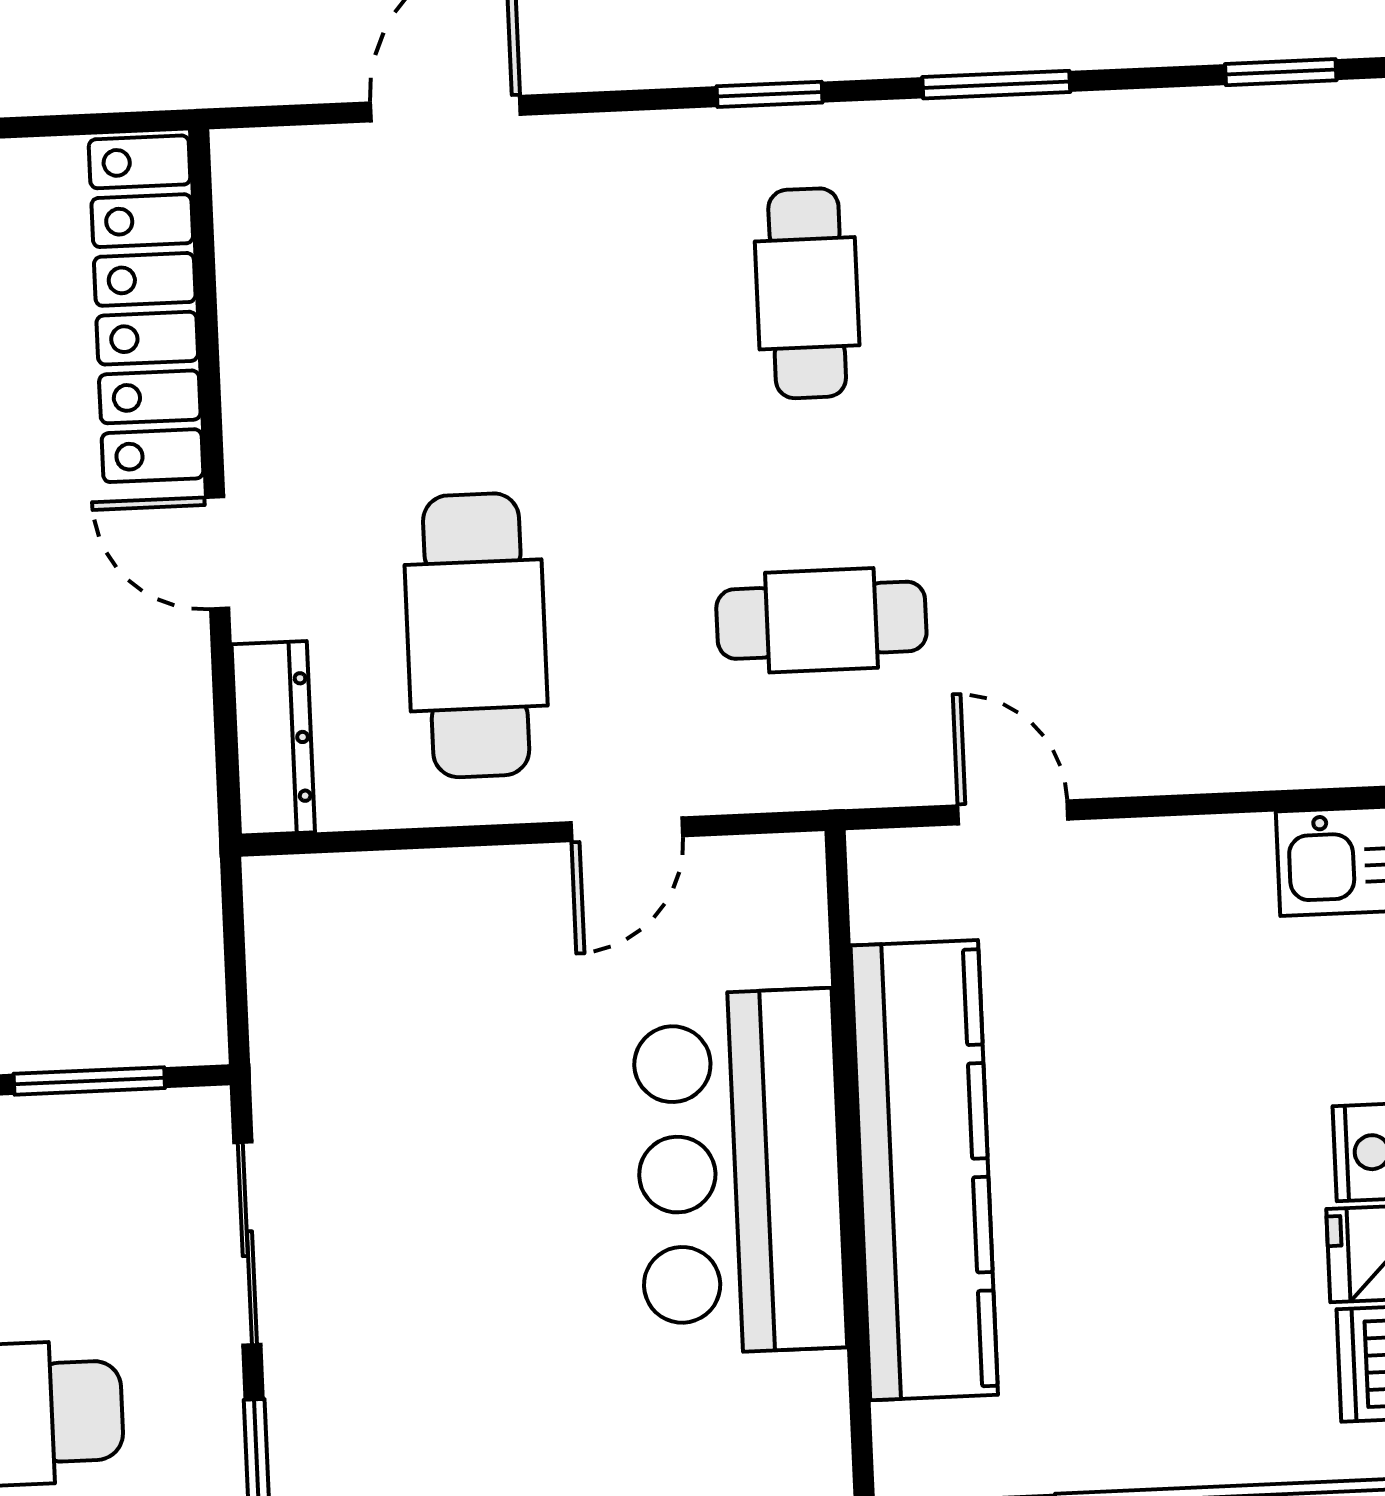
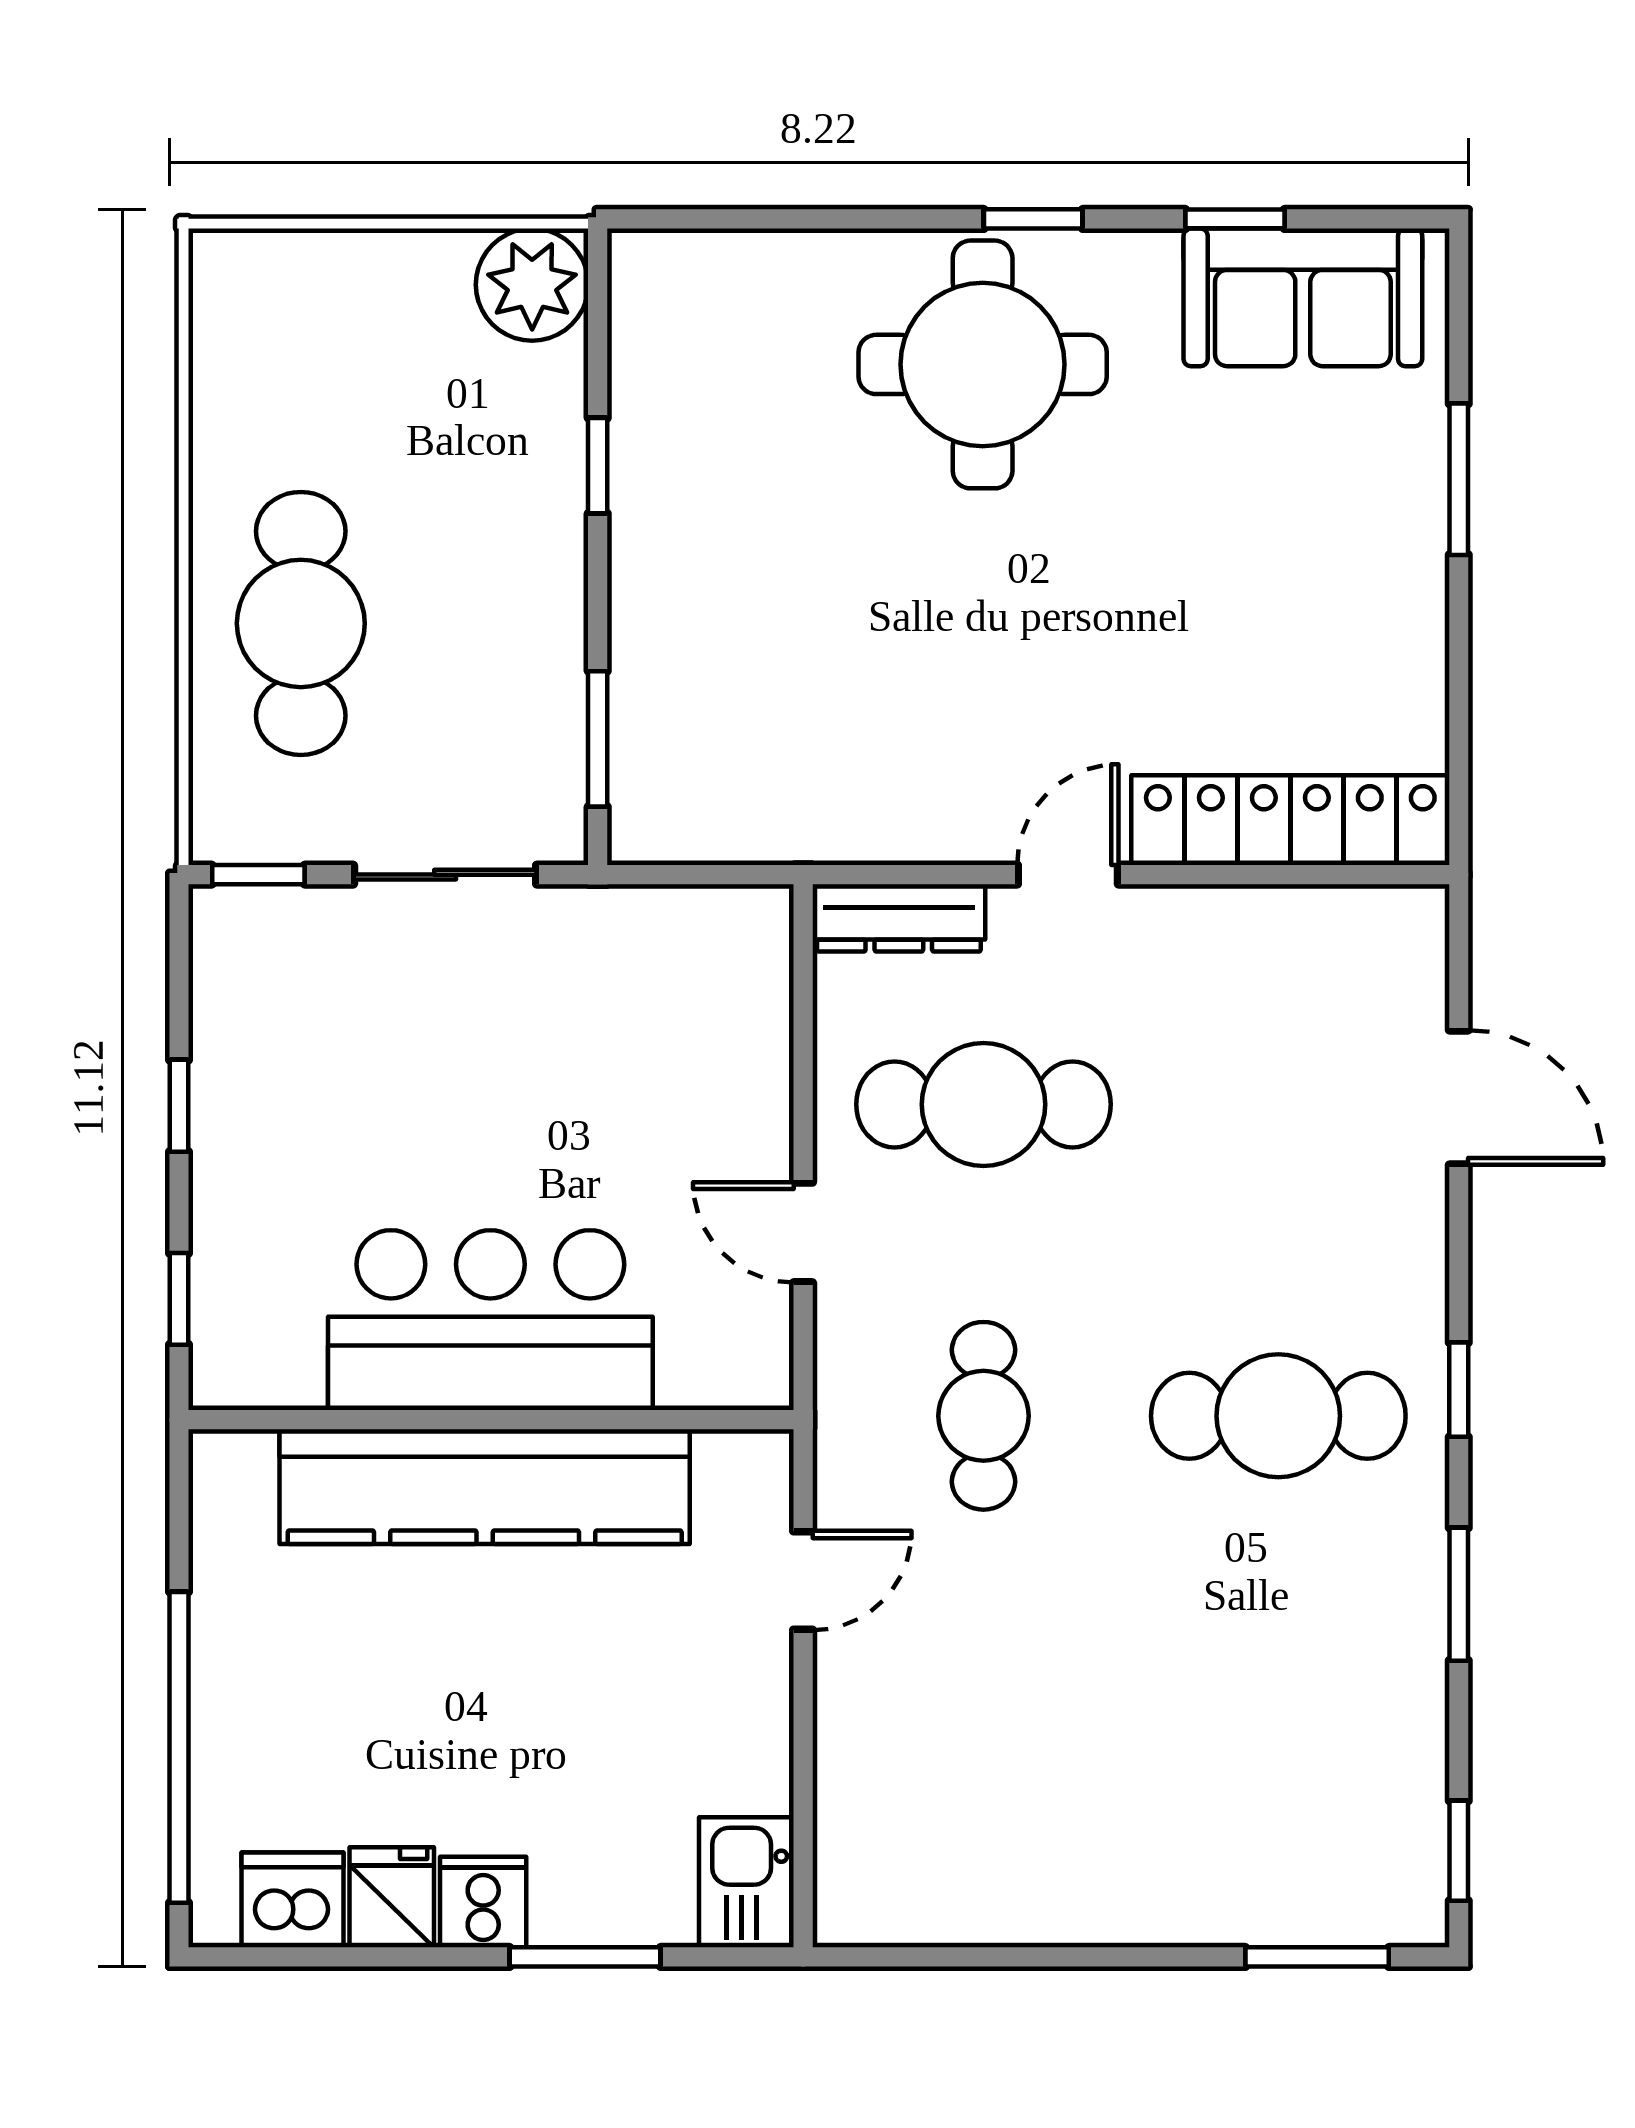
cafe table: (807, 293) -> (1278, 1416), width x1.37, depth x1.35

